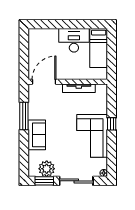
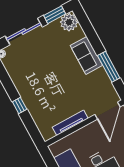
corner sofa: (92, 136) -> (32, 84), removed
plant: (47, 169) -> (69, 22), moved

